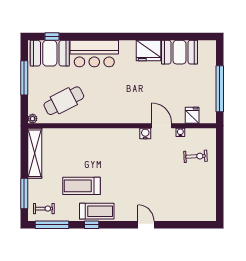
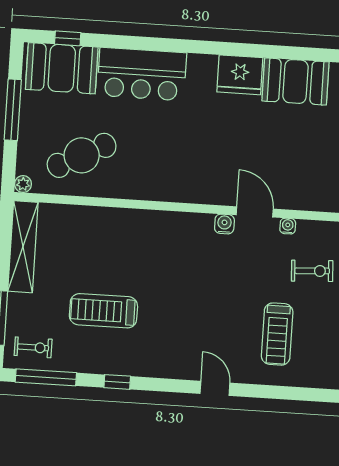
fridge: (192, 115) -> (311, 196), removed
treadmill: (97, 211) -> (277, 334), moved, turned 90

